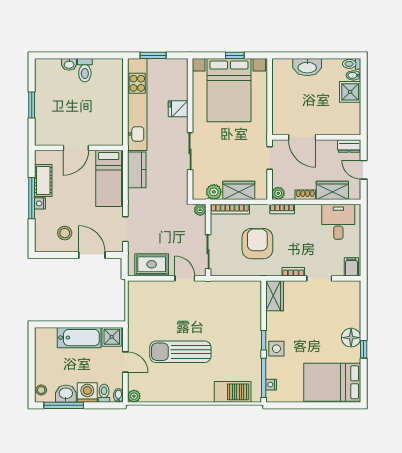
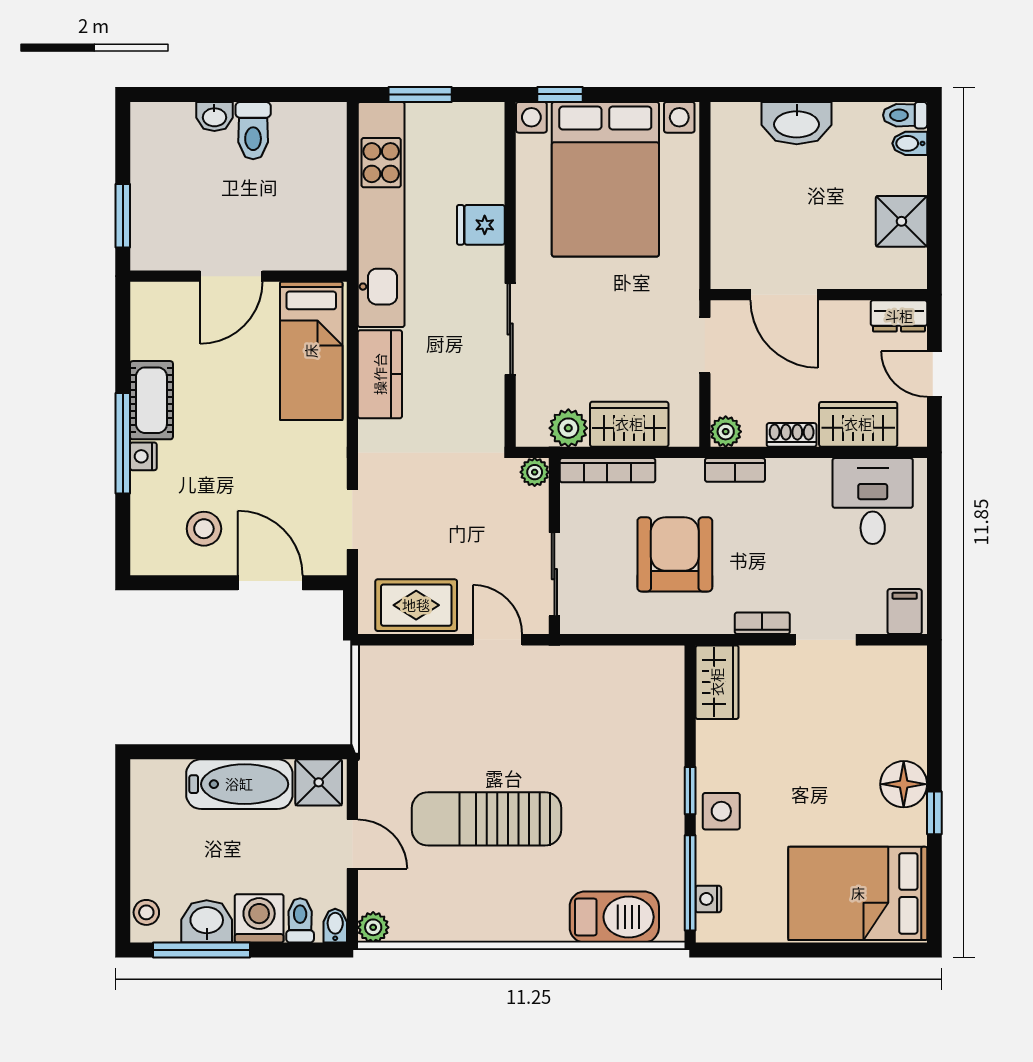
window: (235, 55) -> (560, 94), moved
shower: (350, 92) -> (901, 221), moved
door: (76, 148) -> (231, 276), moved
wall: (79, 148) -> (238, 276), moved
bed: (109, 178) -> (311, 351), moved

